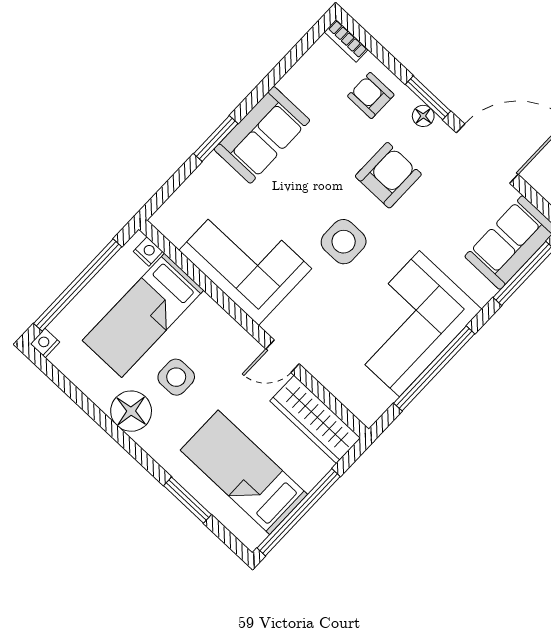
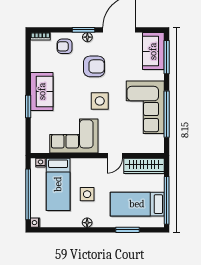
armchair: (388, 175) -> (94, 66), turned 90
floor lamp: (131, 411) -> (87, 223), width x0.53, depth x0.53

